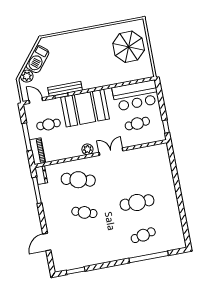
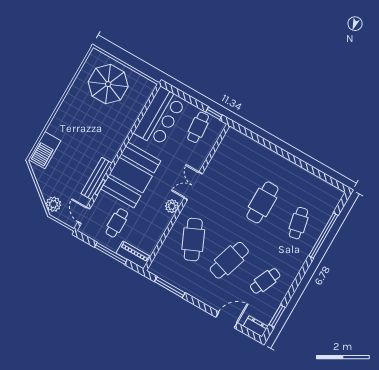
barbecue: (37, 59) -> (45, 150), moved, turned 51
door: (36, 101) -> (84, 215), hinge flipped
cafe table: (137, 124) -> (198, 127), moved
dresser: (41, 175) -> (255, 326), moved
cafe table: (78, 180) -> (193, 240), turned -39
cafe table: (84, 212) -> (229, 260), width x1.37, depth x1.35
door: (47, 242) -> (227, 320), swing flipped
cafe table: (91, 245) -> (265, 281), added

